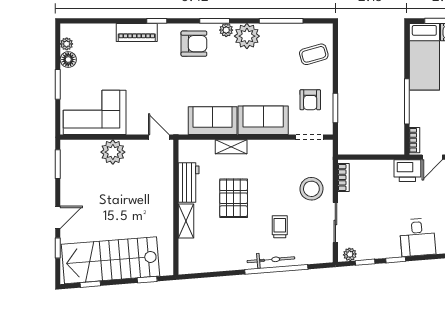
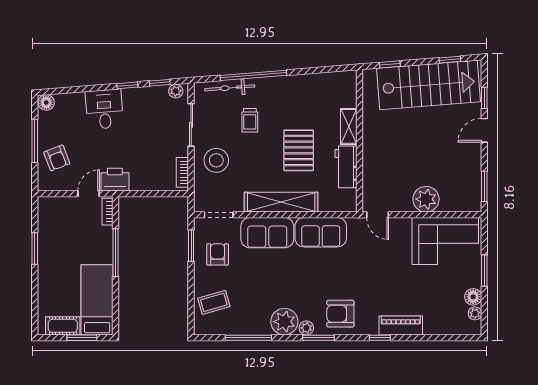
shelving: (231, 147) -> (281, 202), width x2.20, depth x1.33
bicycle: (271, 260) -> (230, 88), moved

